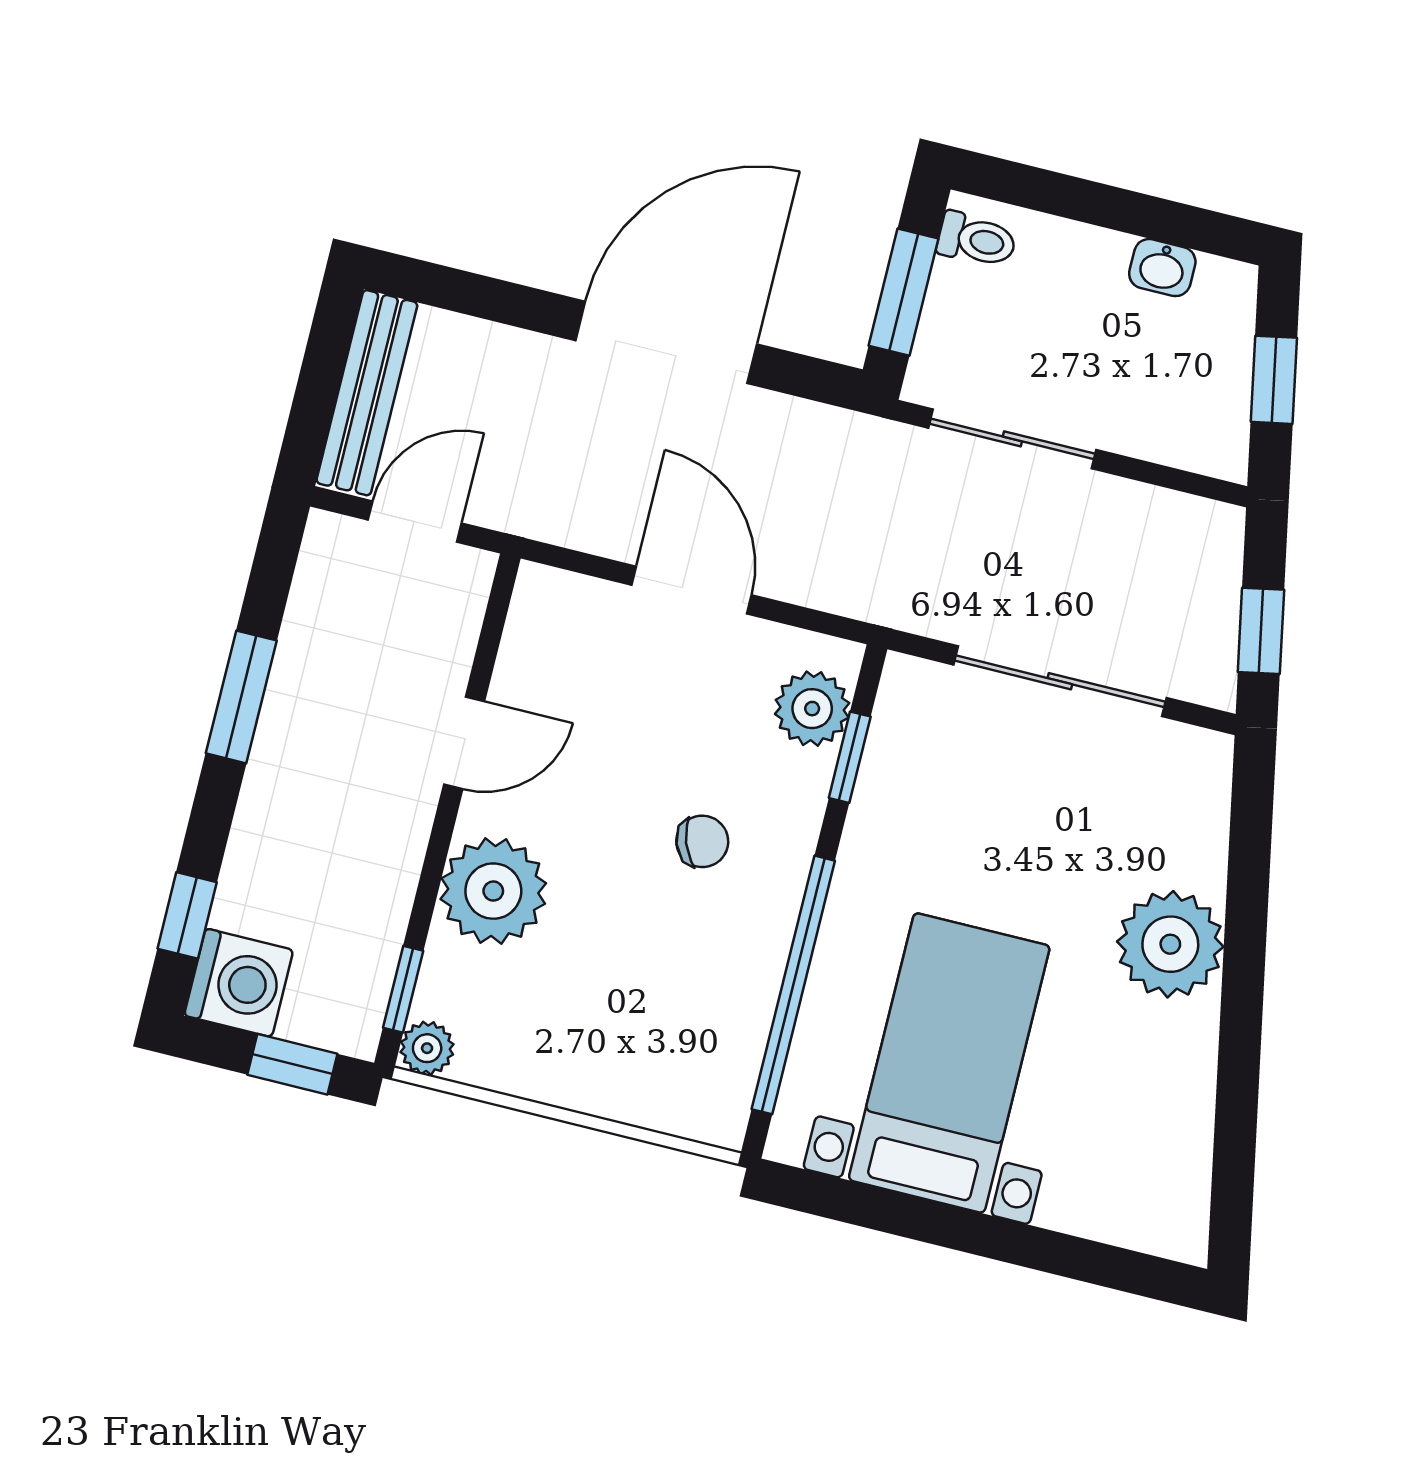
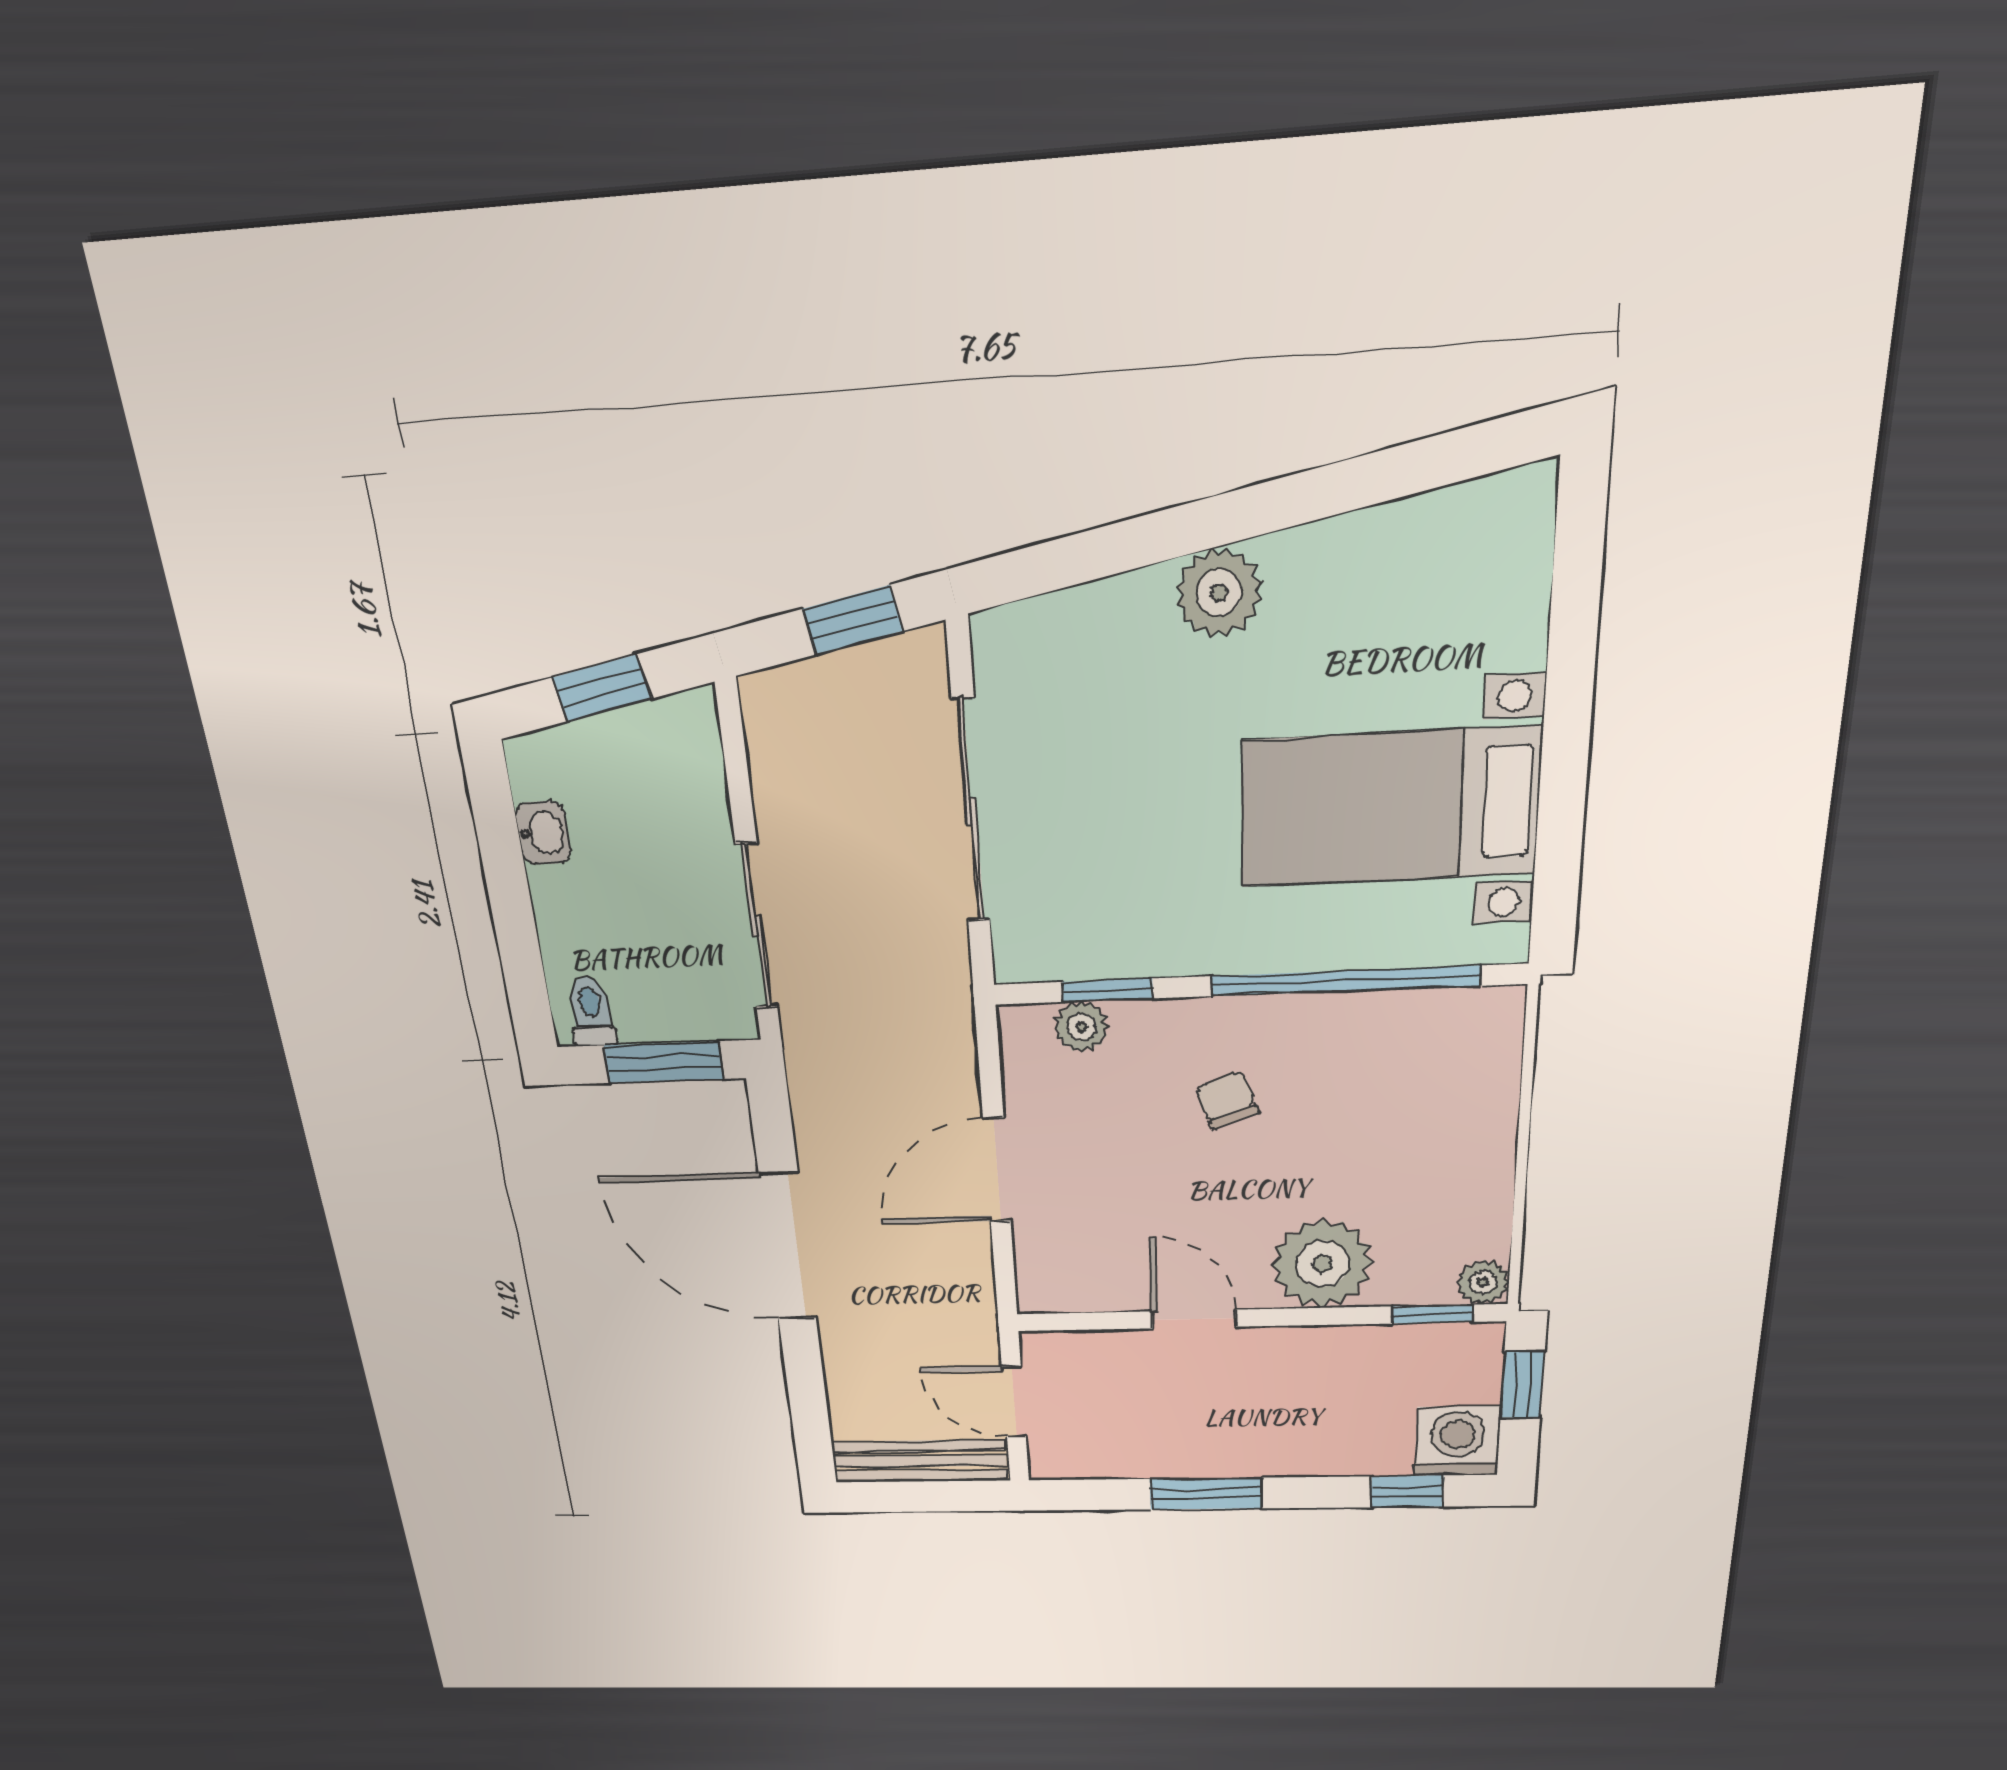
plant: (812, 709) -> (1081, 1027), width x0.73, depth x0.73
plant: (1170, 944) -> (1219, 593), width x0.73, depth x0.73

